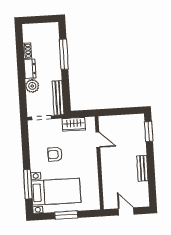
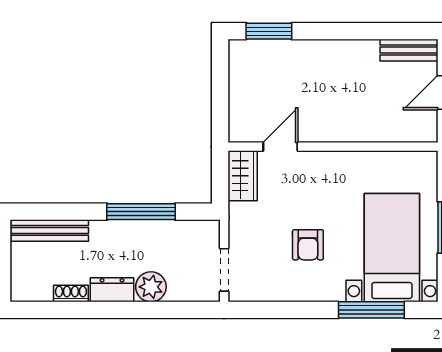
window: (64, 54) -> (141, 212), moved
bench: (58, 98) -> (50, 230), moved
wardrobe: (74, 124) -> (243, 176), moved
bench: (142, 168) -> (409, 50), moved

